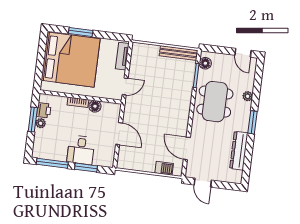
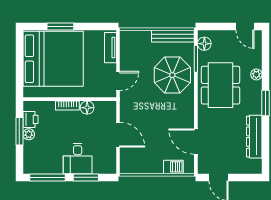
parasol: (174, 87) -> (172, 75), added

